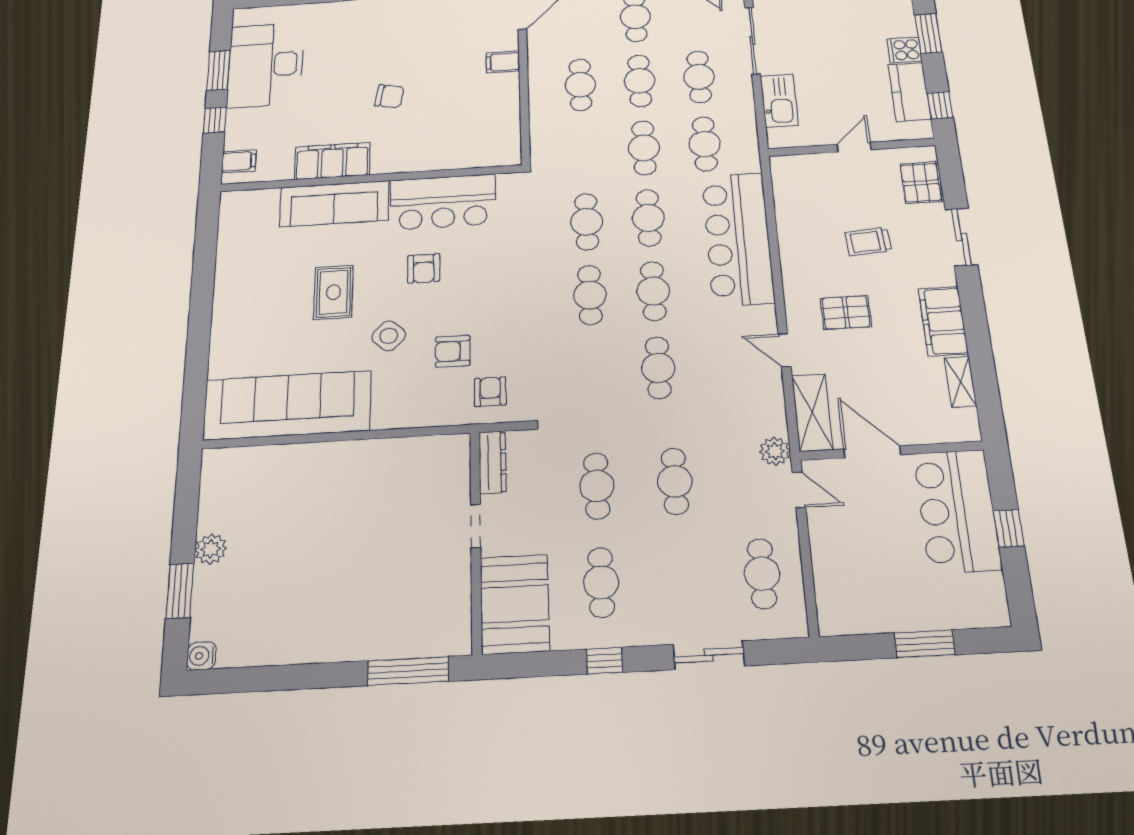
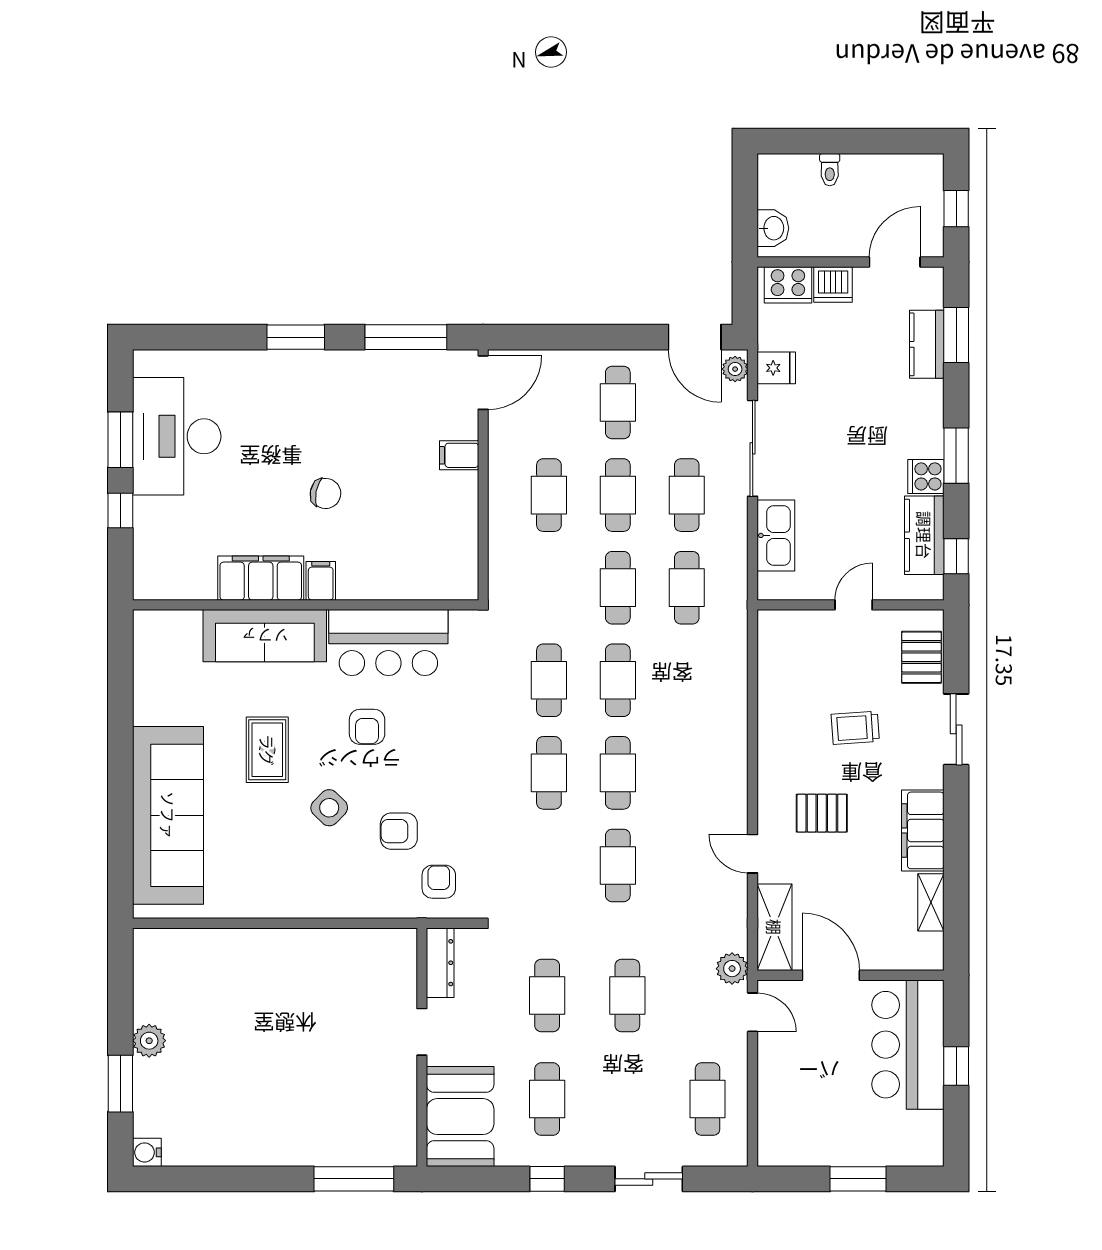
filing cabinet: (239, 161) -> (321, 581), moved, turned -90
bar counter: (738, 239) -> (714, 714), removed
sofa: (287, 405) -> (168, 815), moved, turned 90

